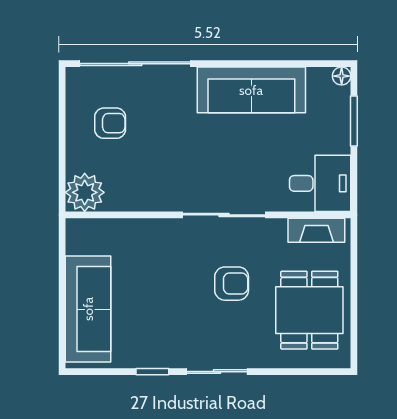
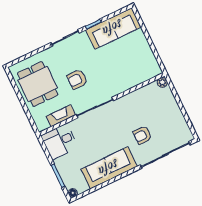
armchair: (110, 123) -> (142, 135), moved
plant: (85, 192) -> (162, 82), width x0.53, depth x0.53
fireplace: (316, 230) -> (61, 116), moved
sofa: (88, 309) -> (113, 28), moved, turned -90

